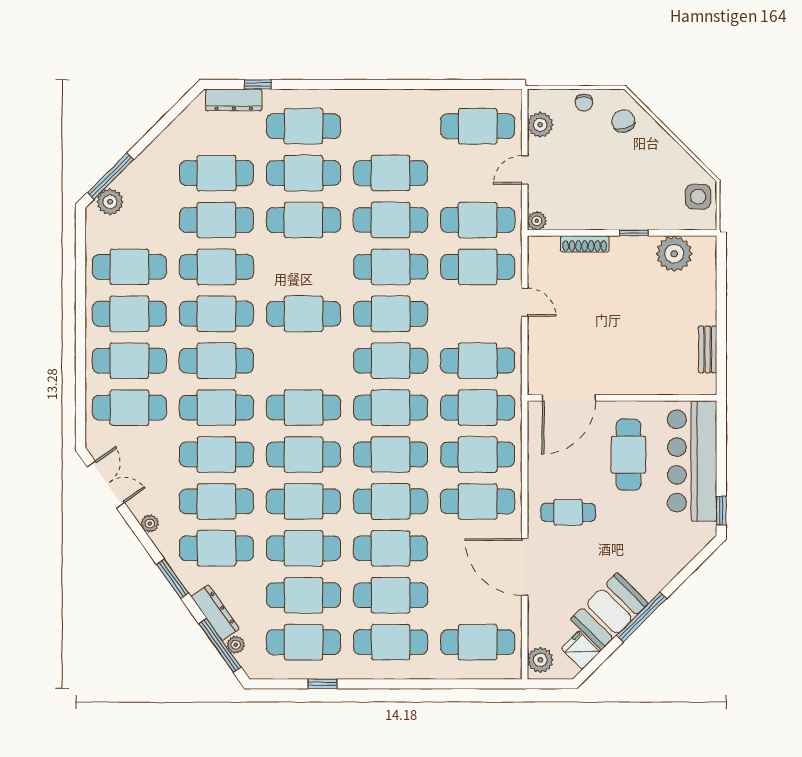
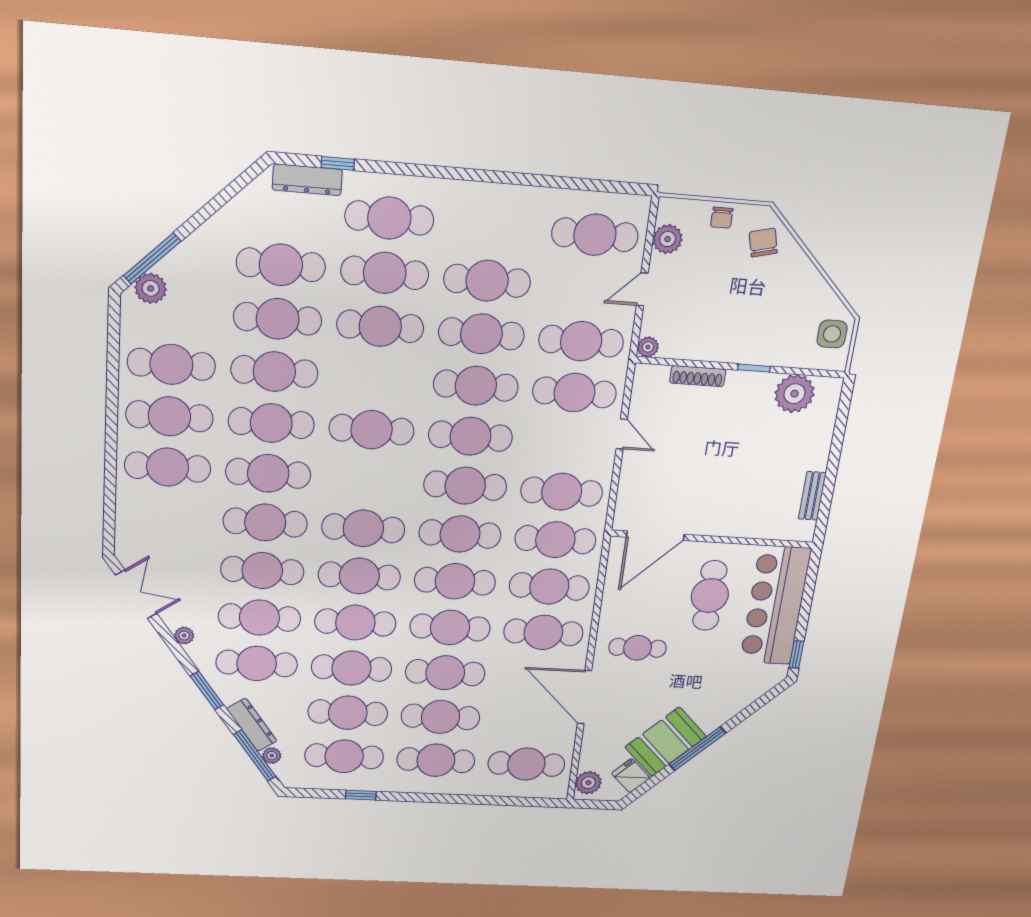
cafe table: (129, 408) -> (166, 517), removed

